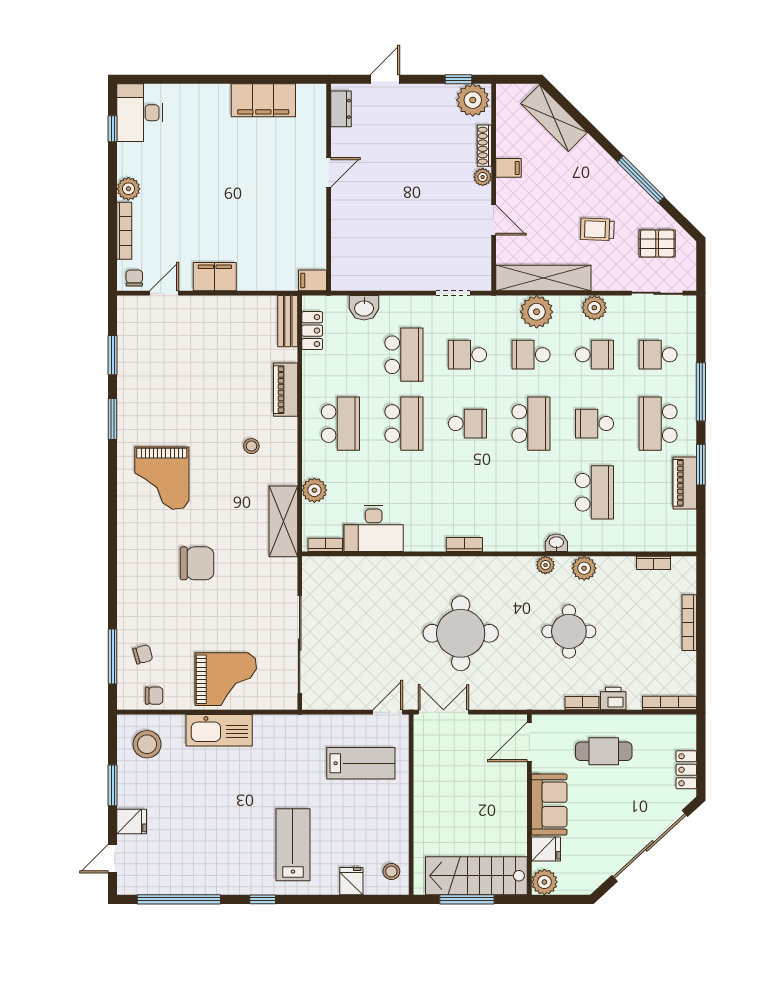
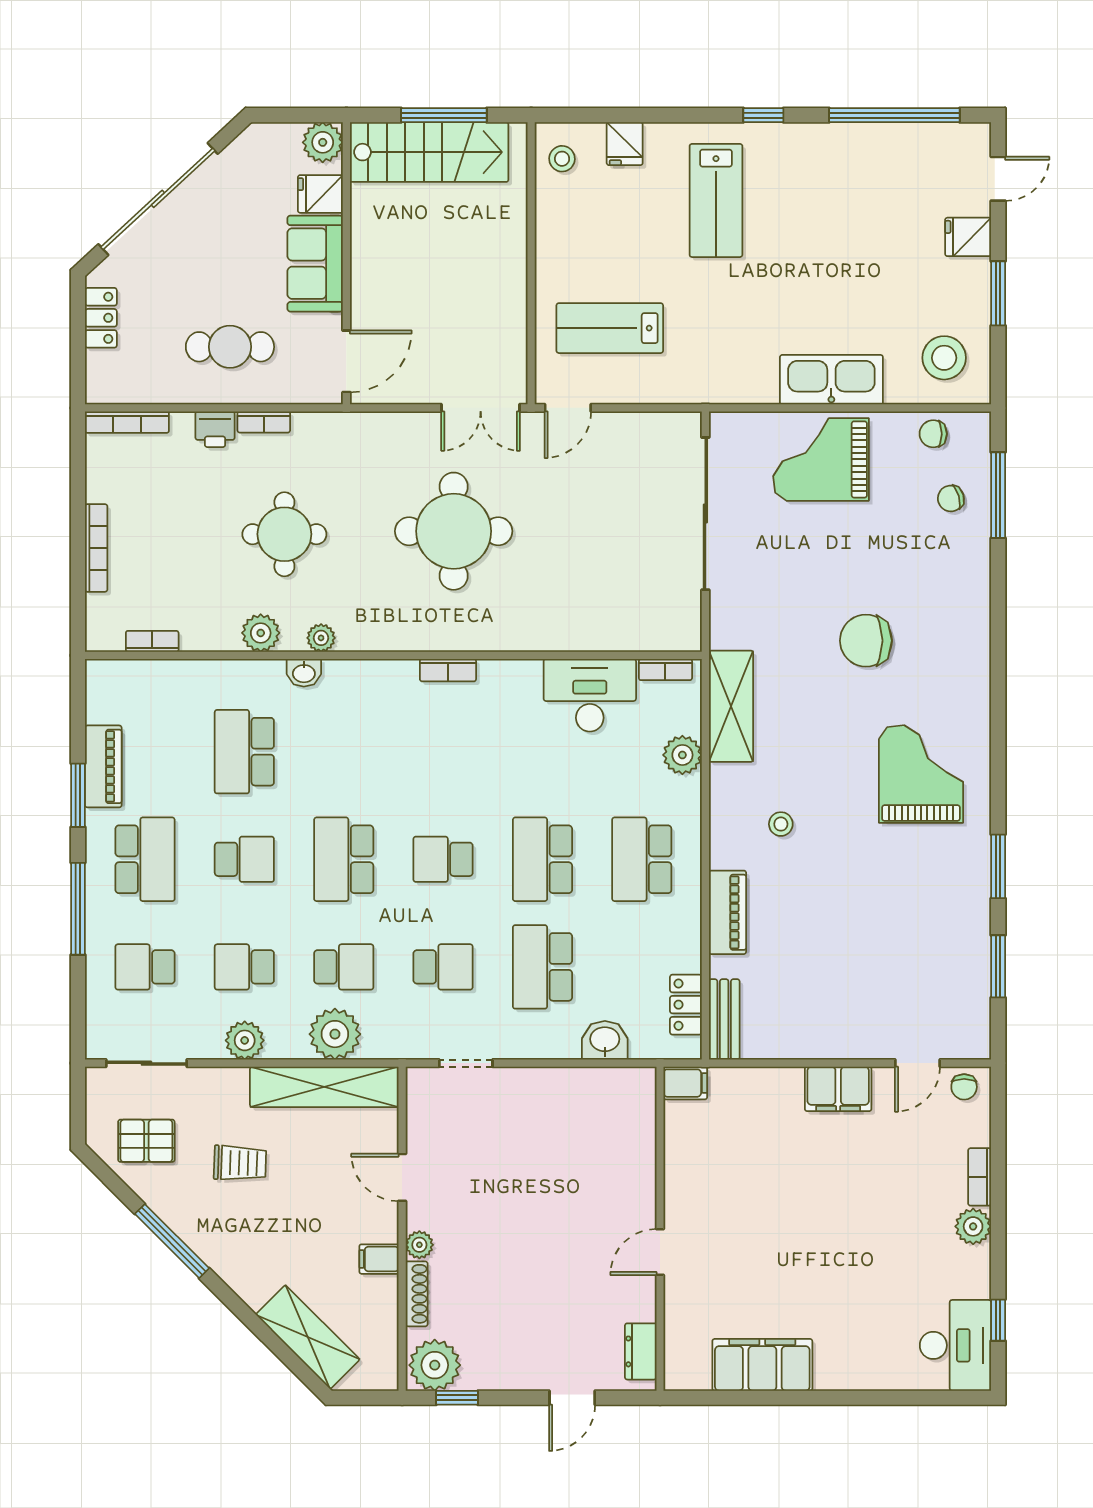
bookcase: (124, 231) -> (980, 1177), width x0.64
school desk: (658, 355) -> (145, 967), turned 180

